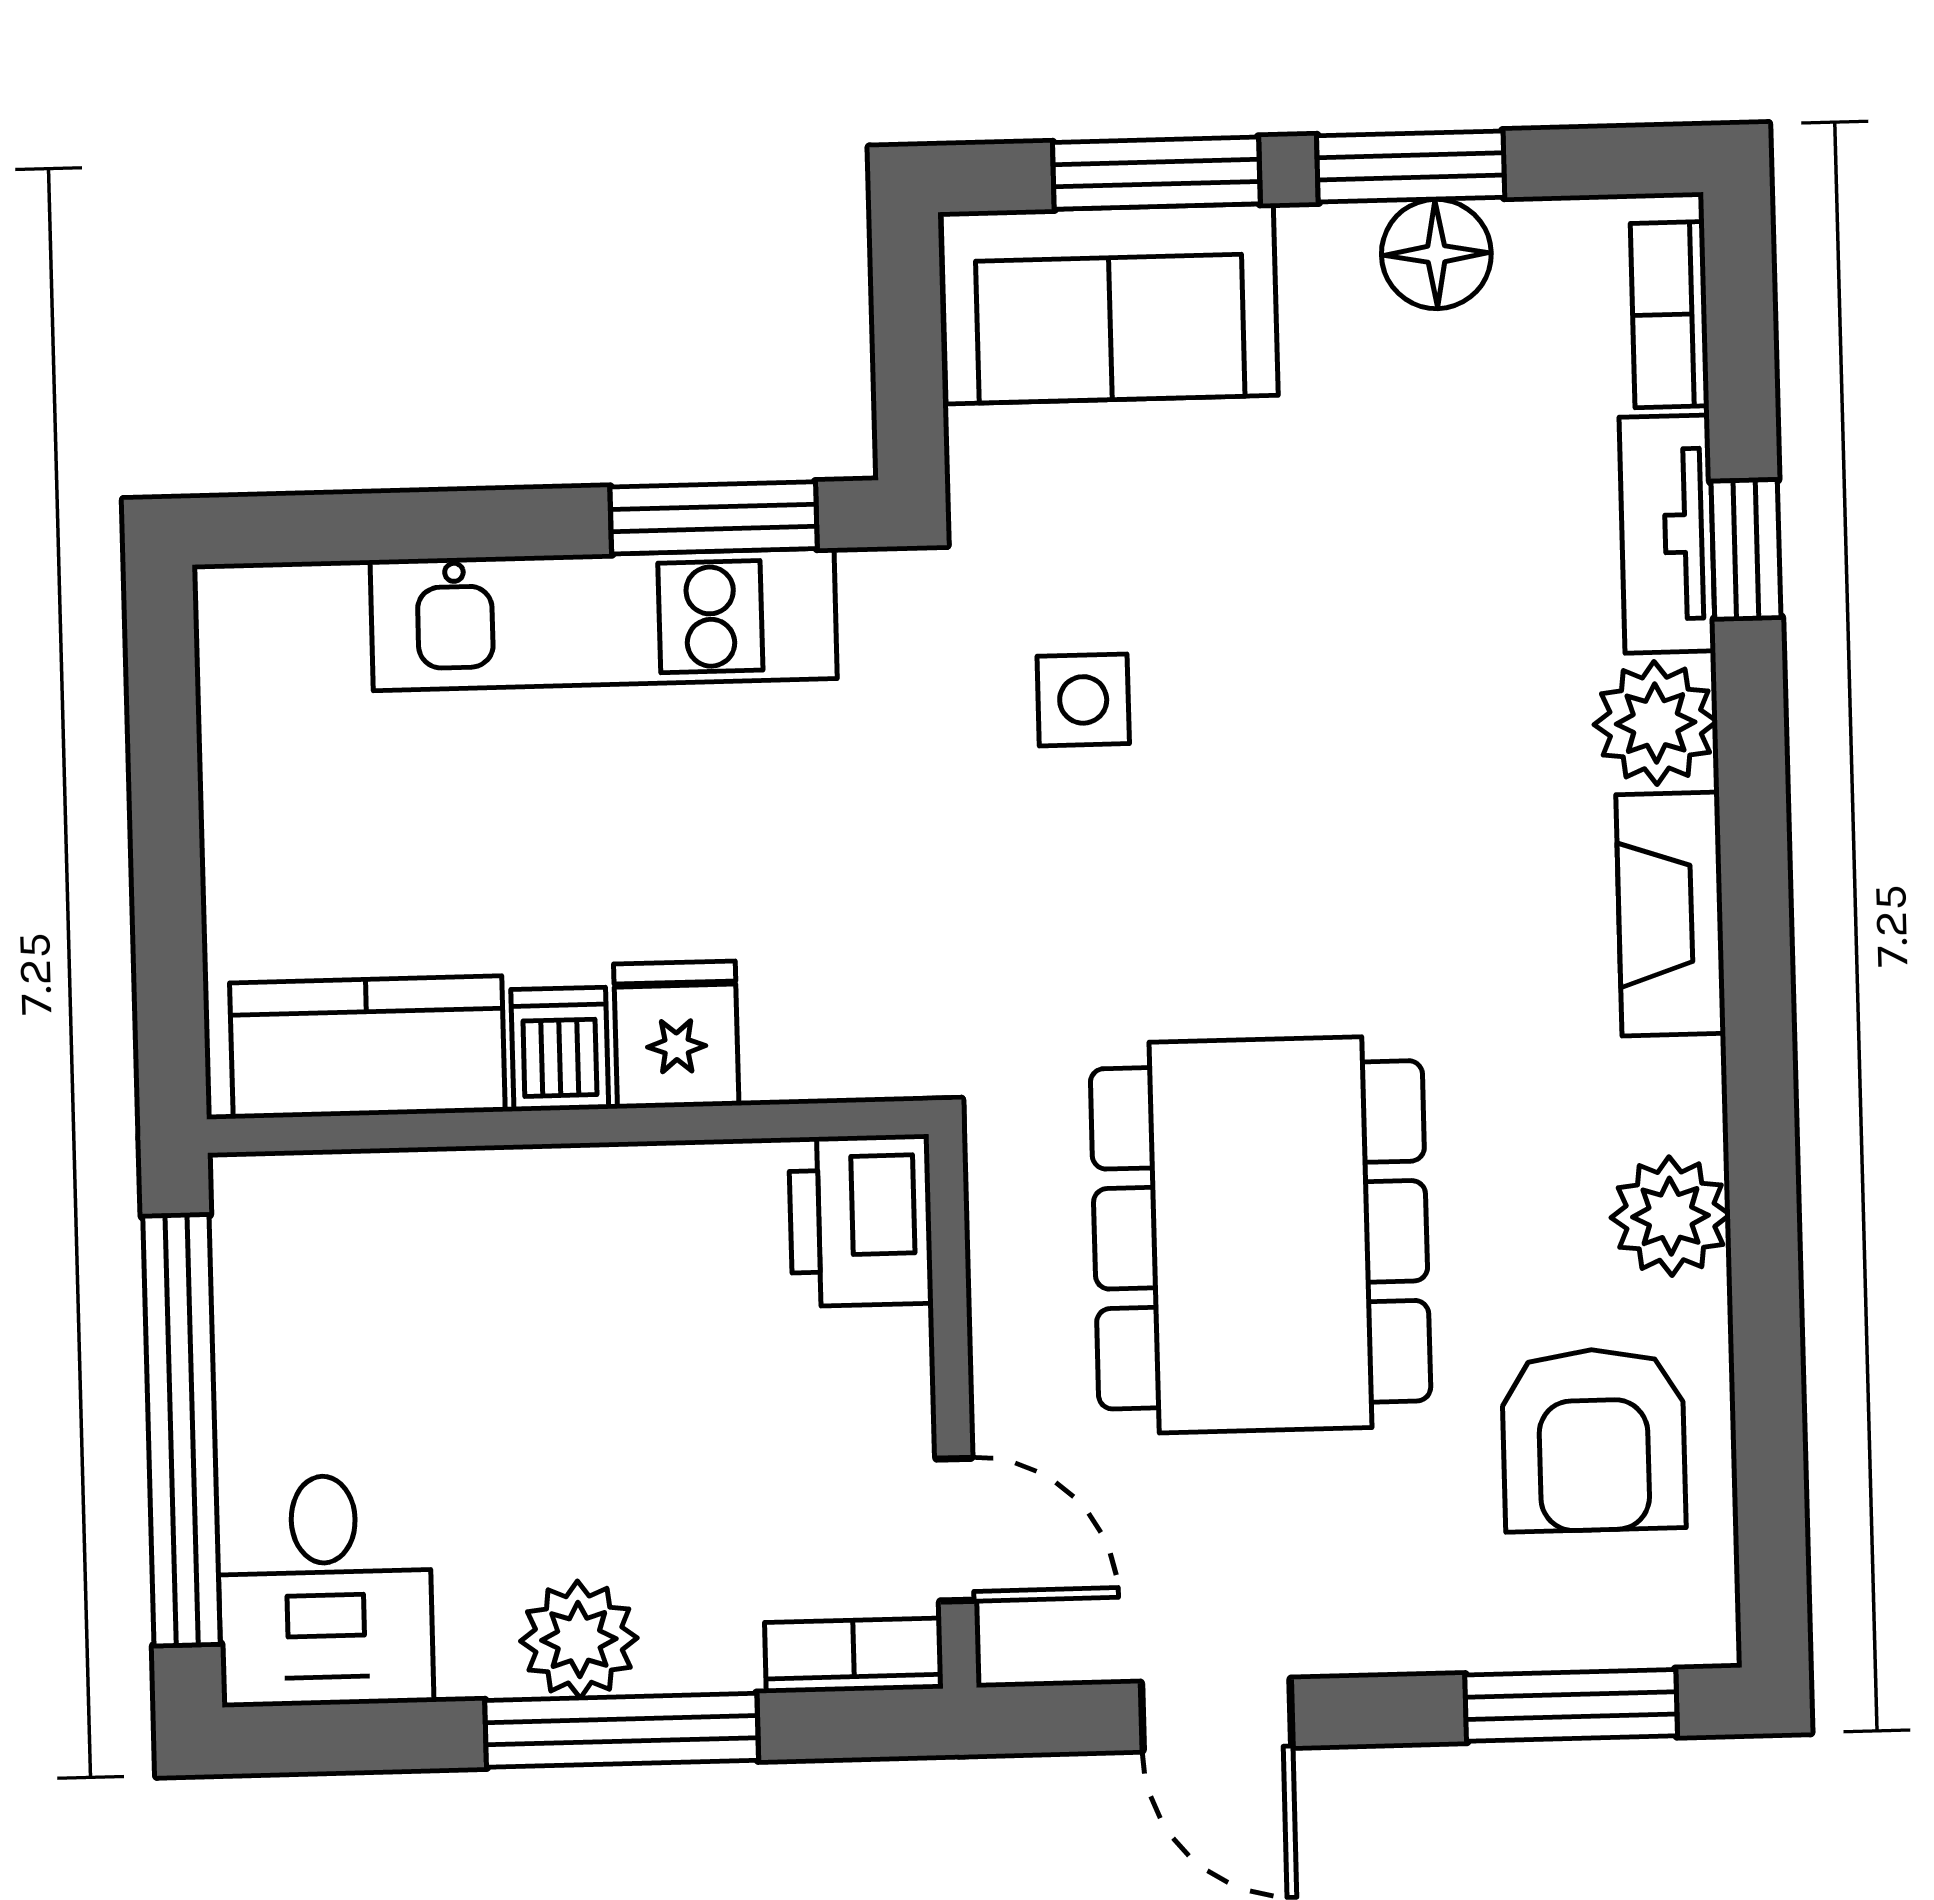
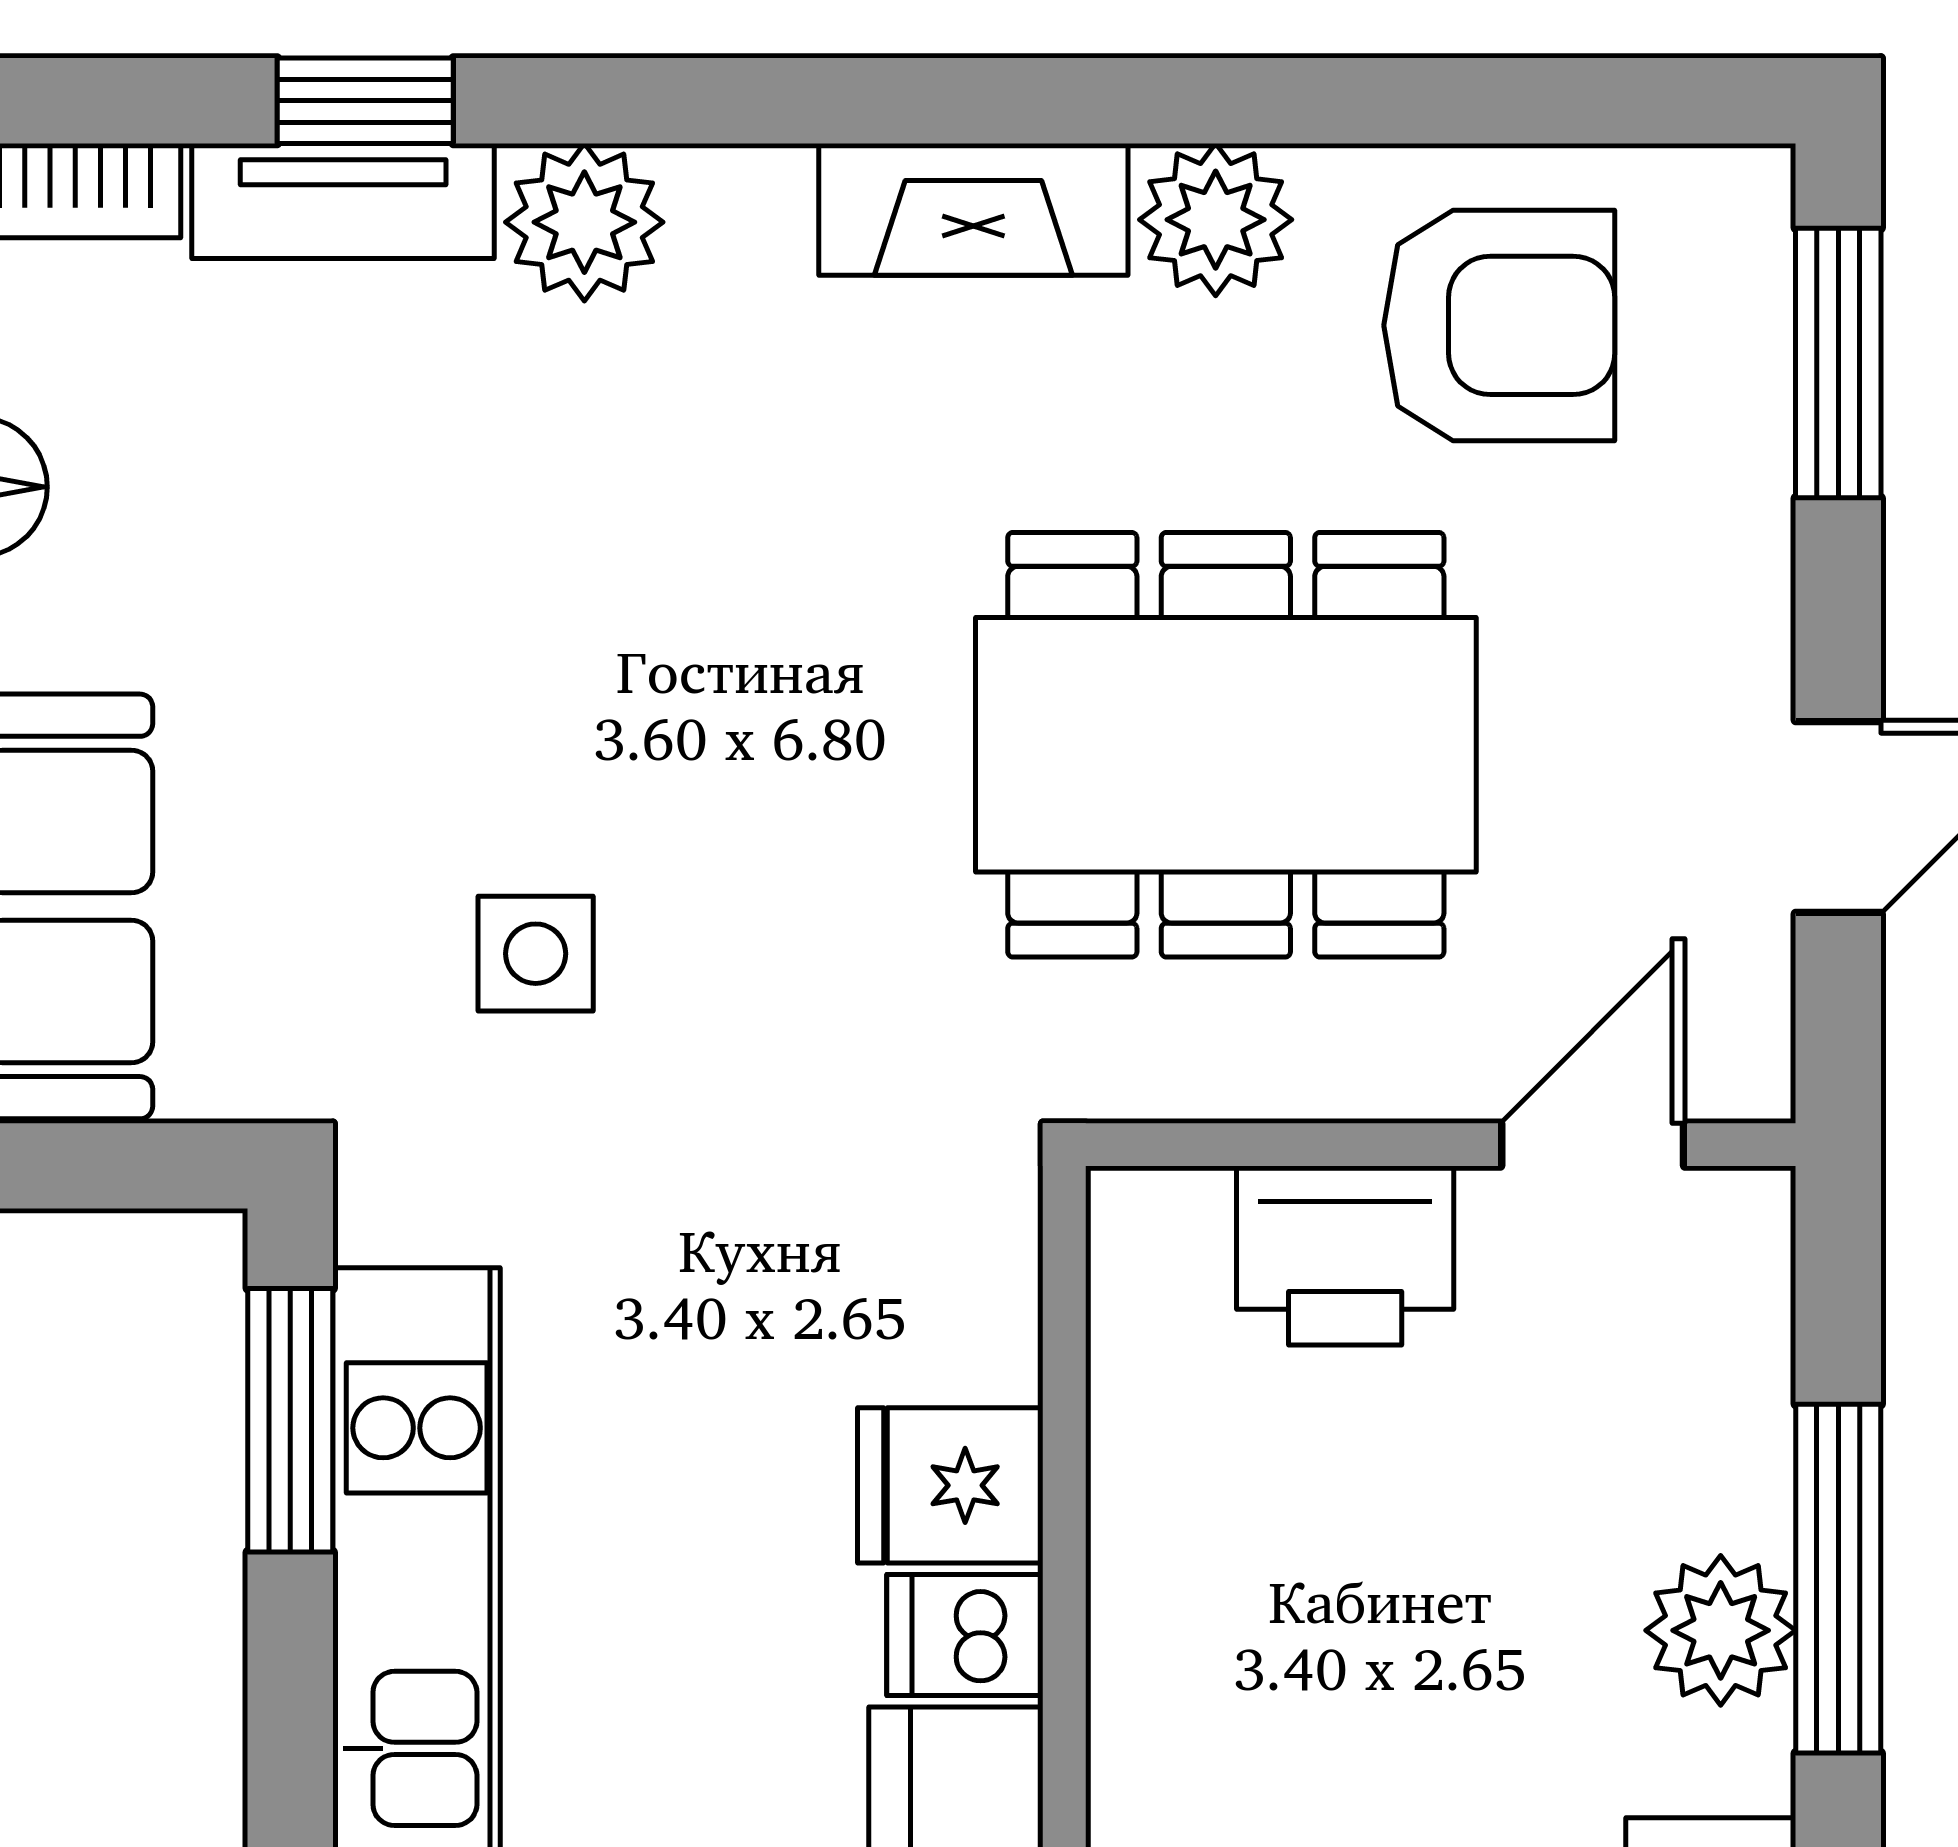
fireplace: (1671, 914) -> (973, 209), moved
printer: (861, 1220) -> (1345, 1255), moved
bookcase: (854, 1656) -> (1750, 1279), removed

